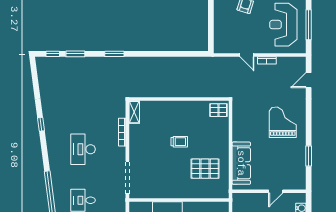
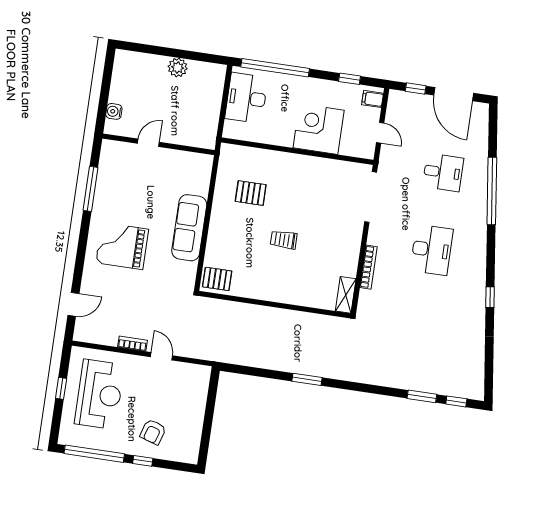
window: (309, 25) -> (61, 388), width x0.46
window: (114, 54) -> (307, 379), moved
grand piano: (283, 122) -> (122, 246), turned 90
window: (309, 156) -> (91, 189), width x1.44
sofa: (241, 163) -> (189, 228), moved
pallet: (205, 169) -> (251, 193), width x0.67, depth x0.71

